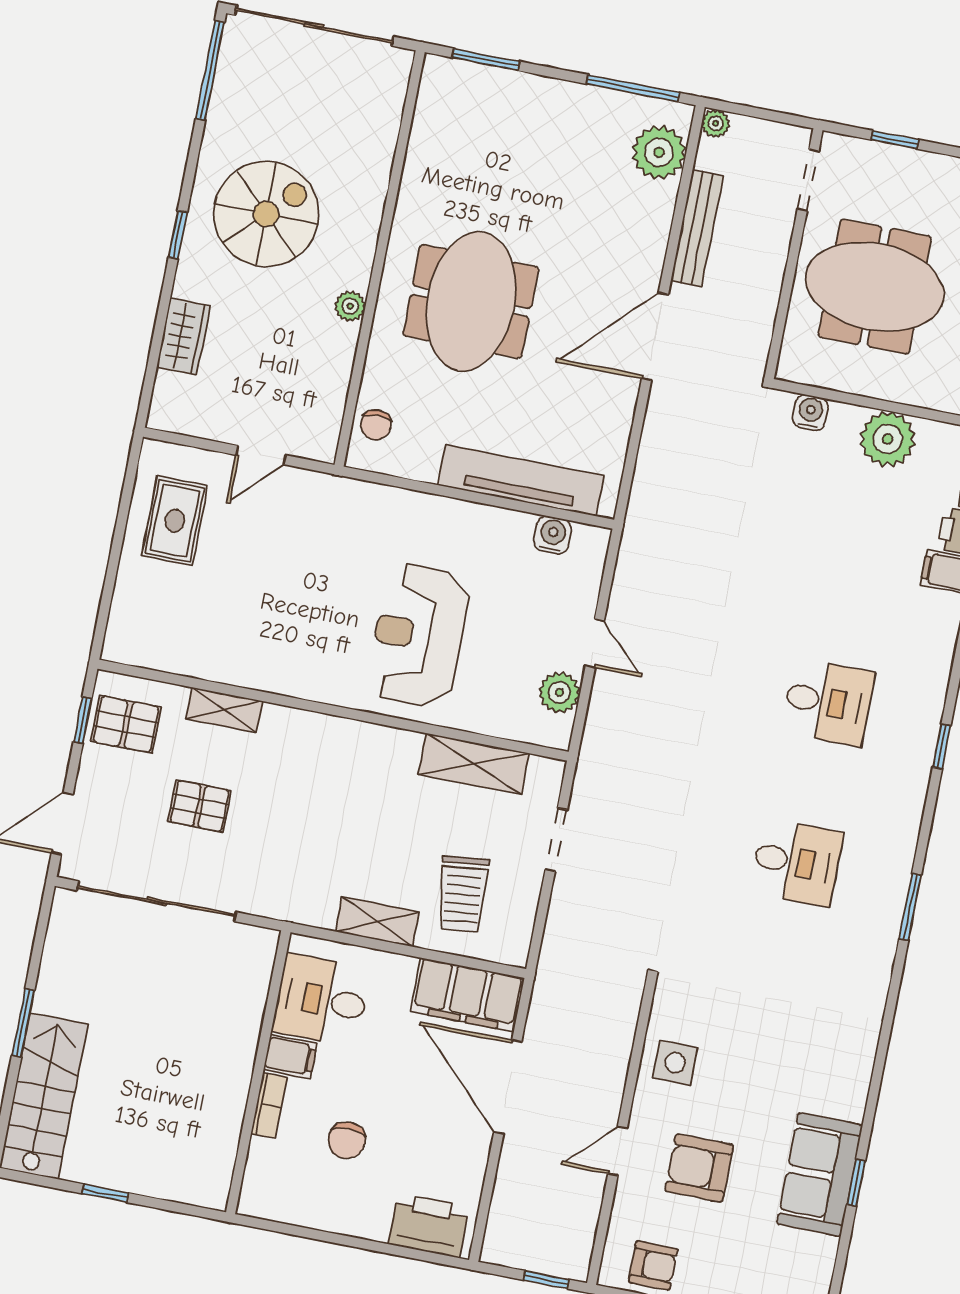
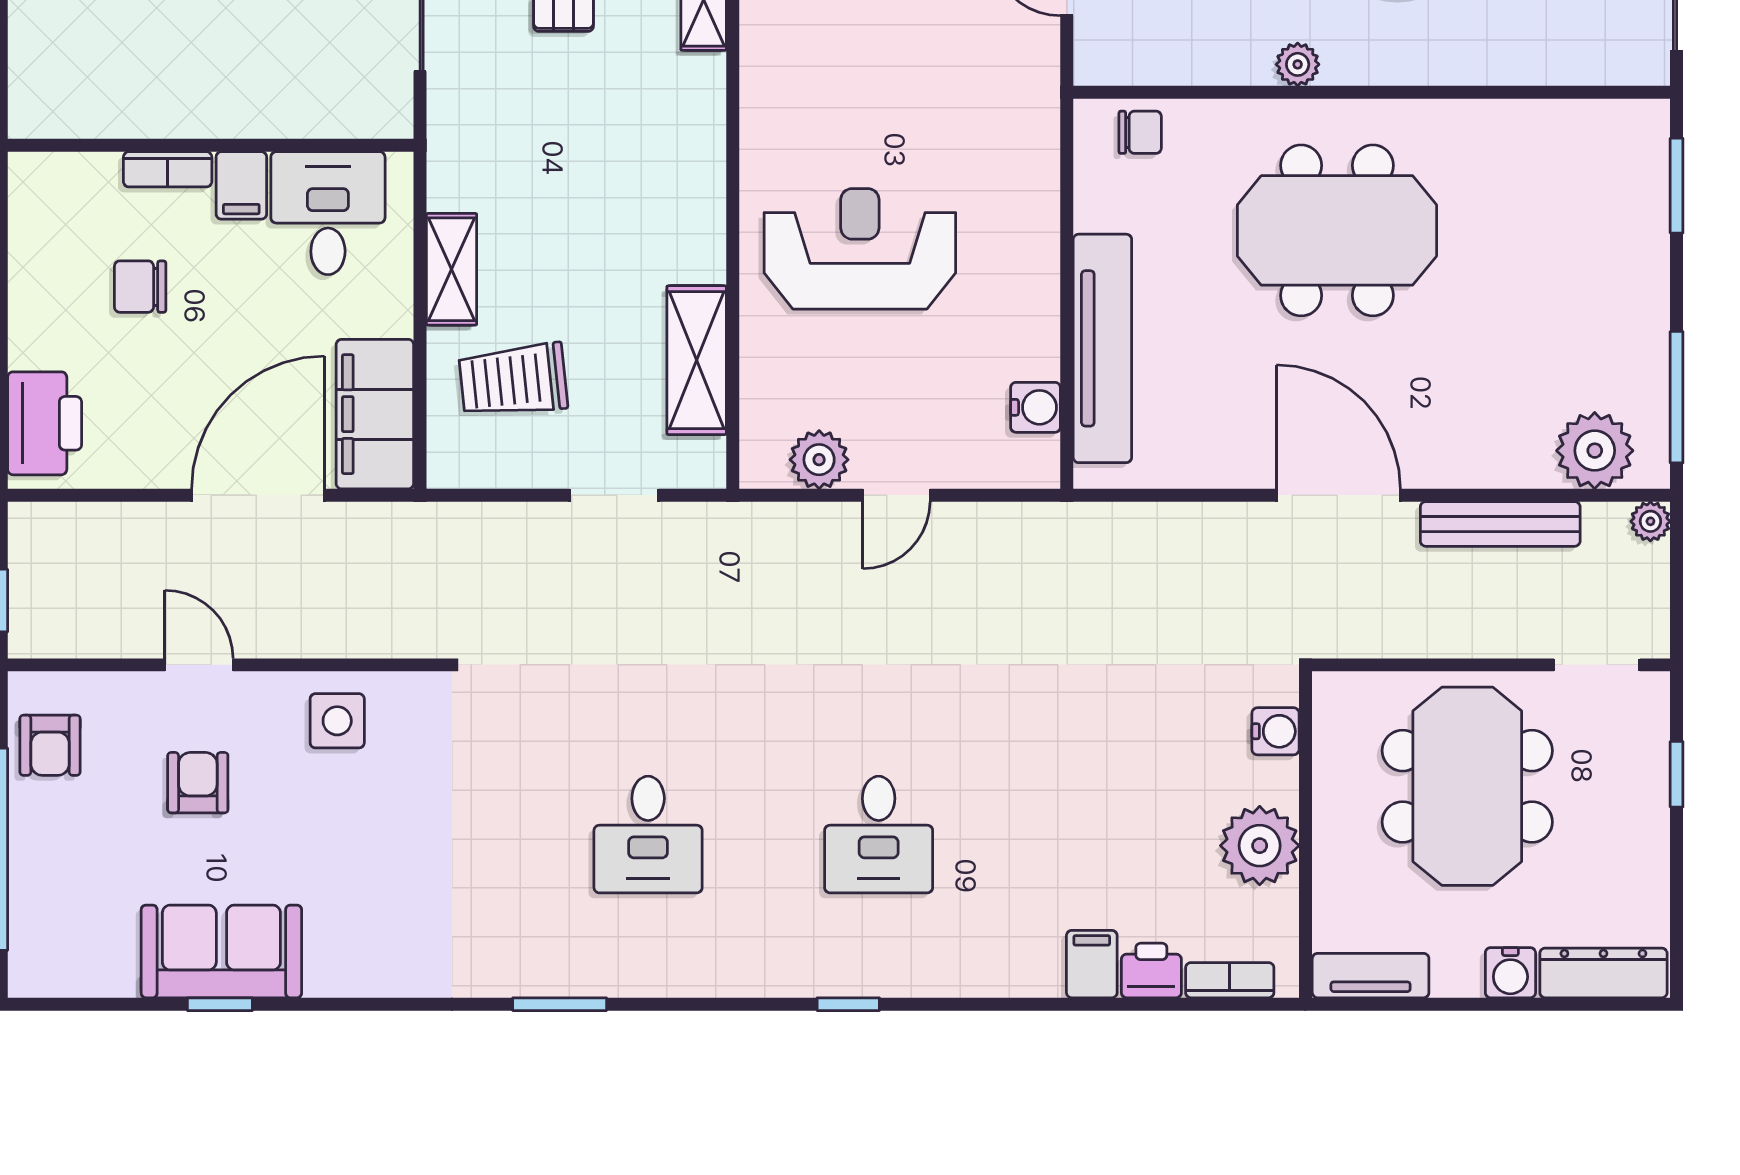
chair: (376, 425) -> (1140, 132), turned 180
window: (910, 907) -> (560, 1004), moved
armchair: (699, 1168) -> (198, 783), width x0.72, depth x0.72

